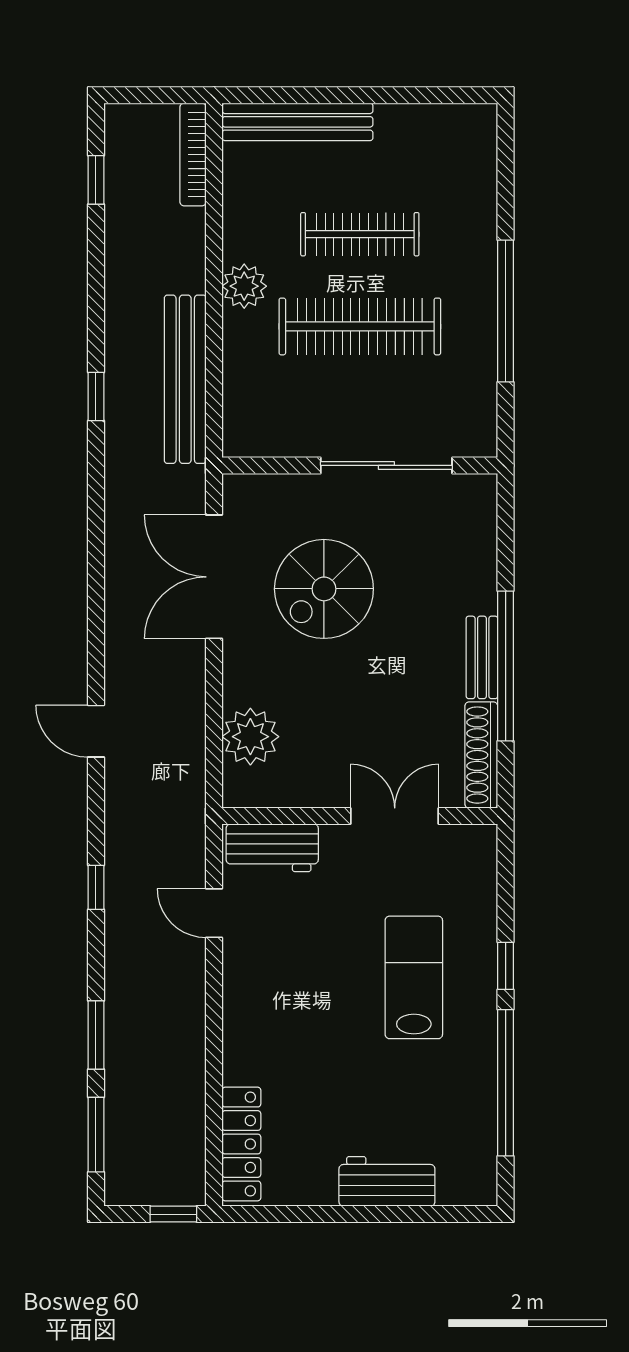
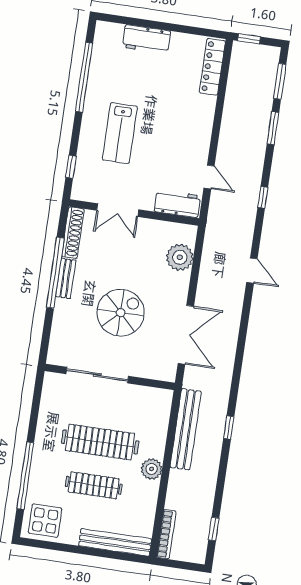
display table: (450, 146) -> (45, 521), added
window: (506, 311) -> (25, 476), moved
spiral stairs: (324, 589) -> (121, 313), moved
window: (506, 966) -> (71, 167), moved

